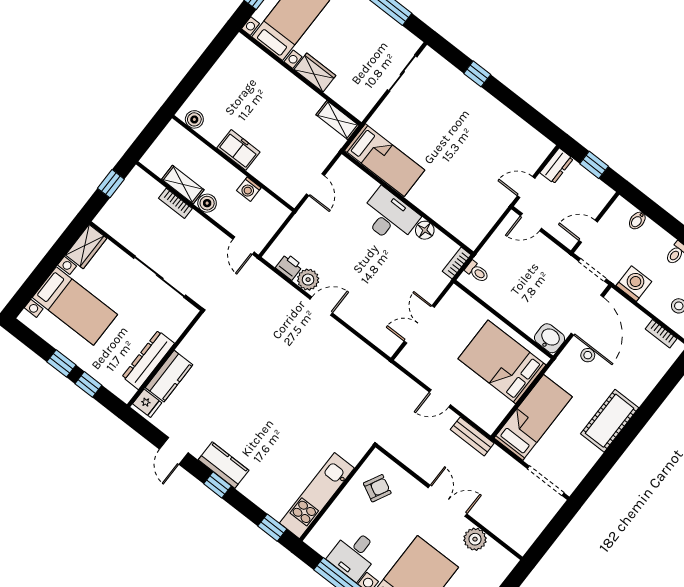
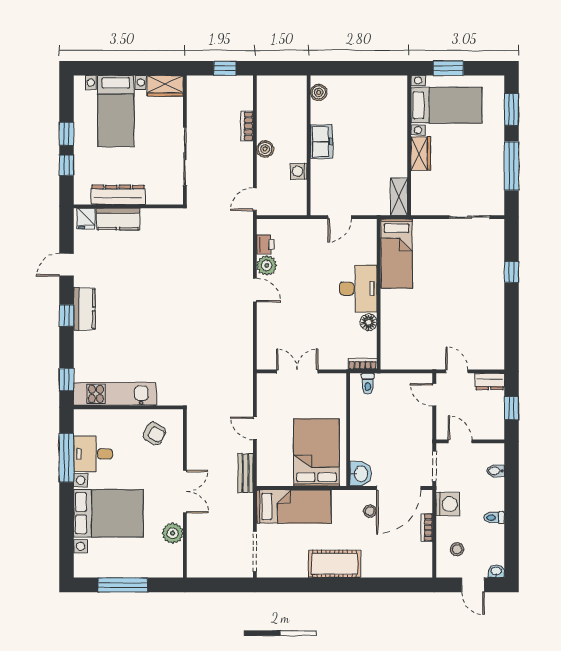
shelving: (183, 184) -> (265, 121), removed
bookcase: (661, 334) -> (427, 527), moved

